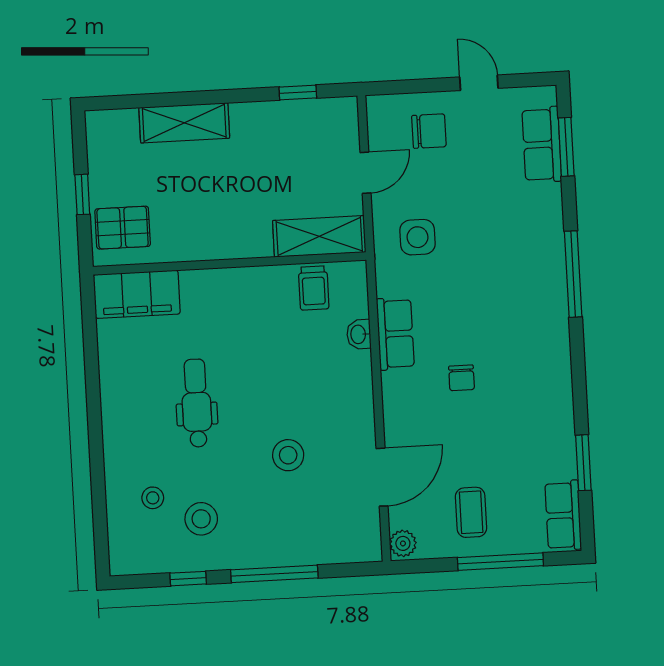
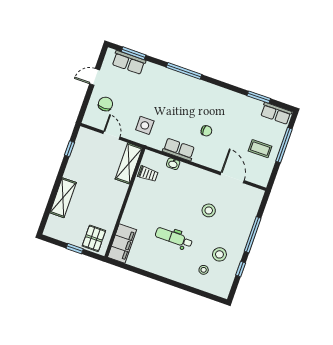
plant: (403, 543) -> (261, 180), removed

